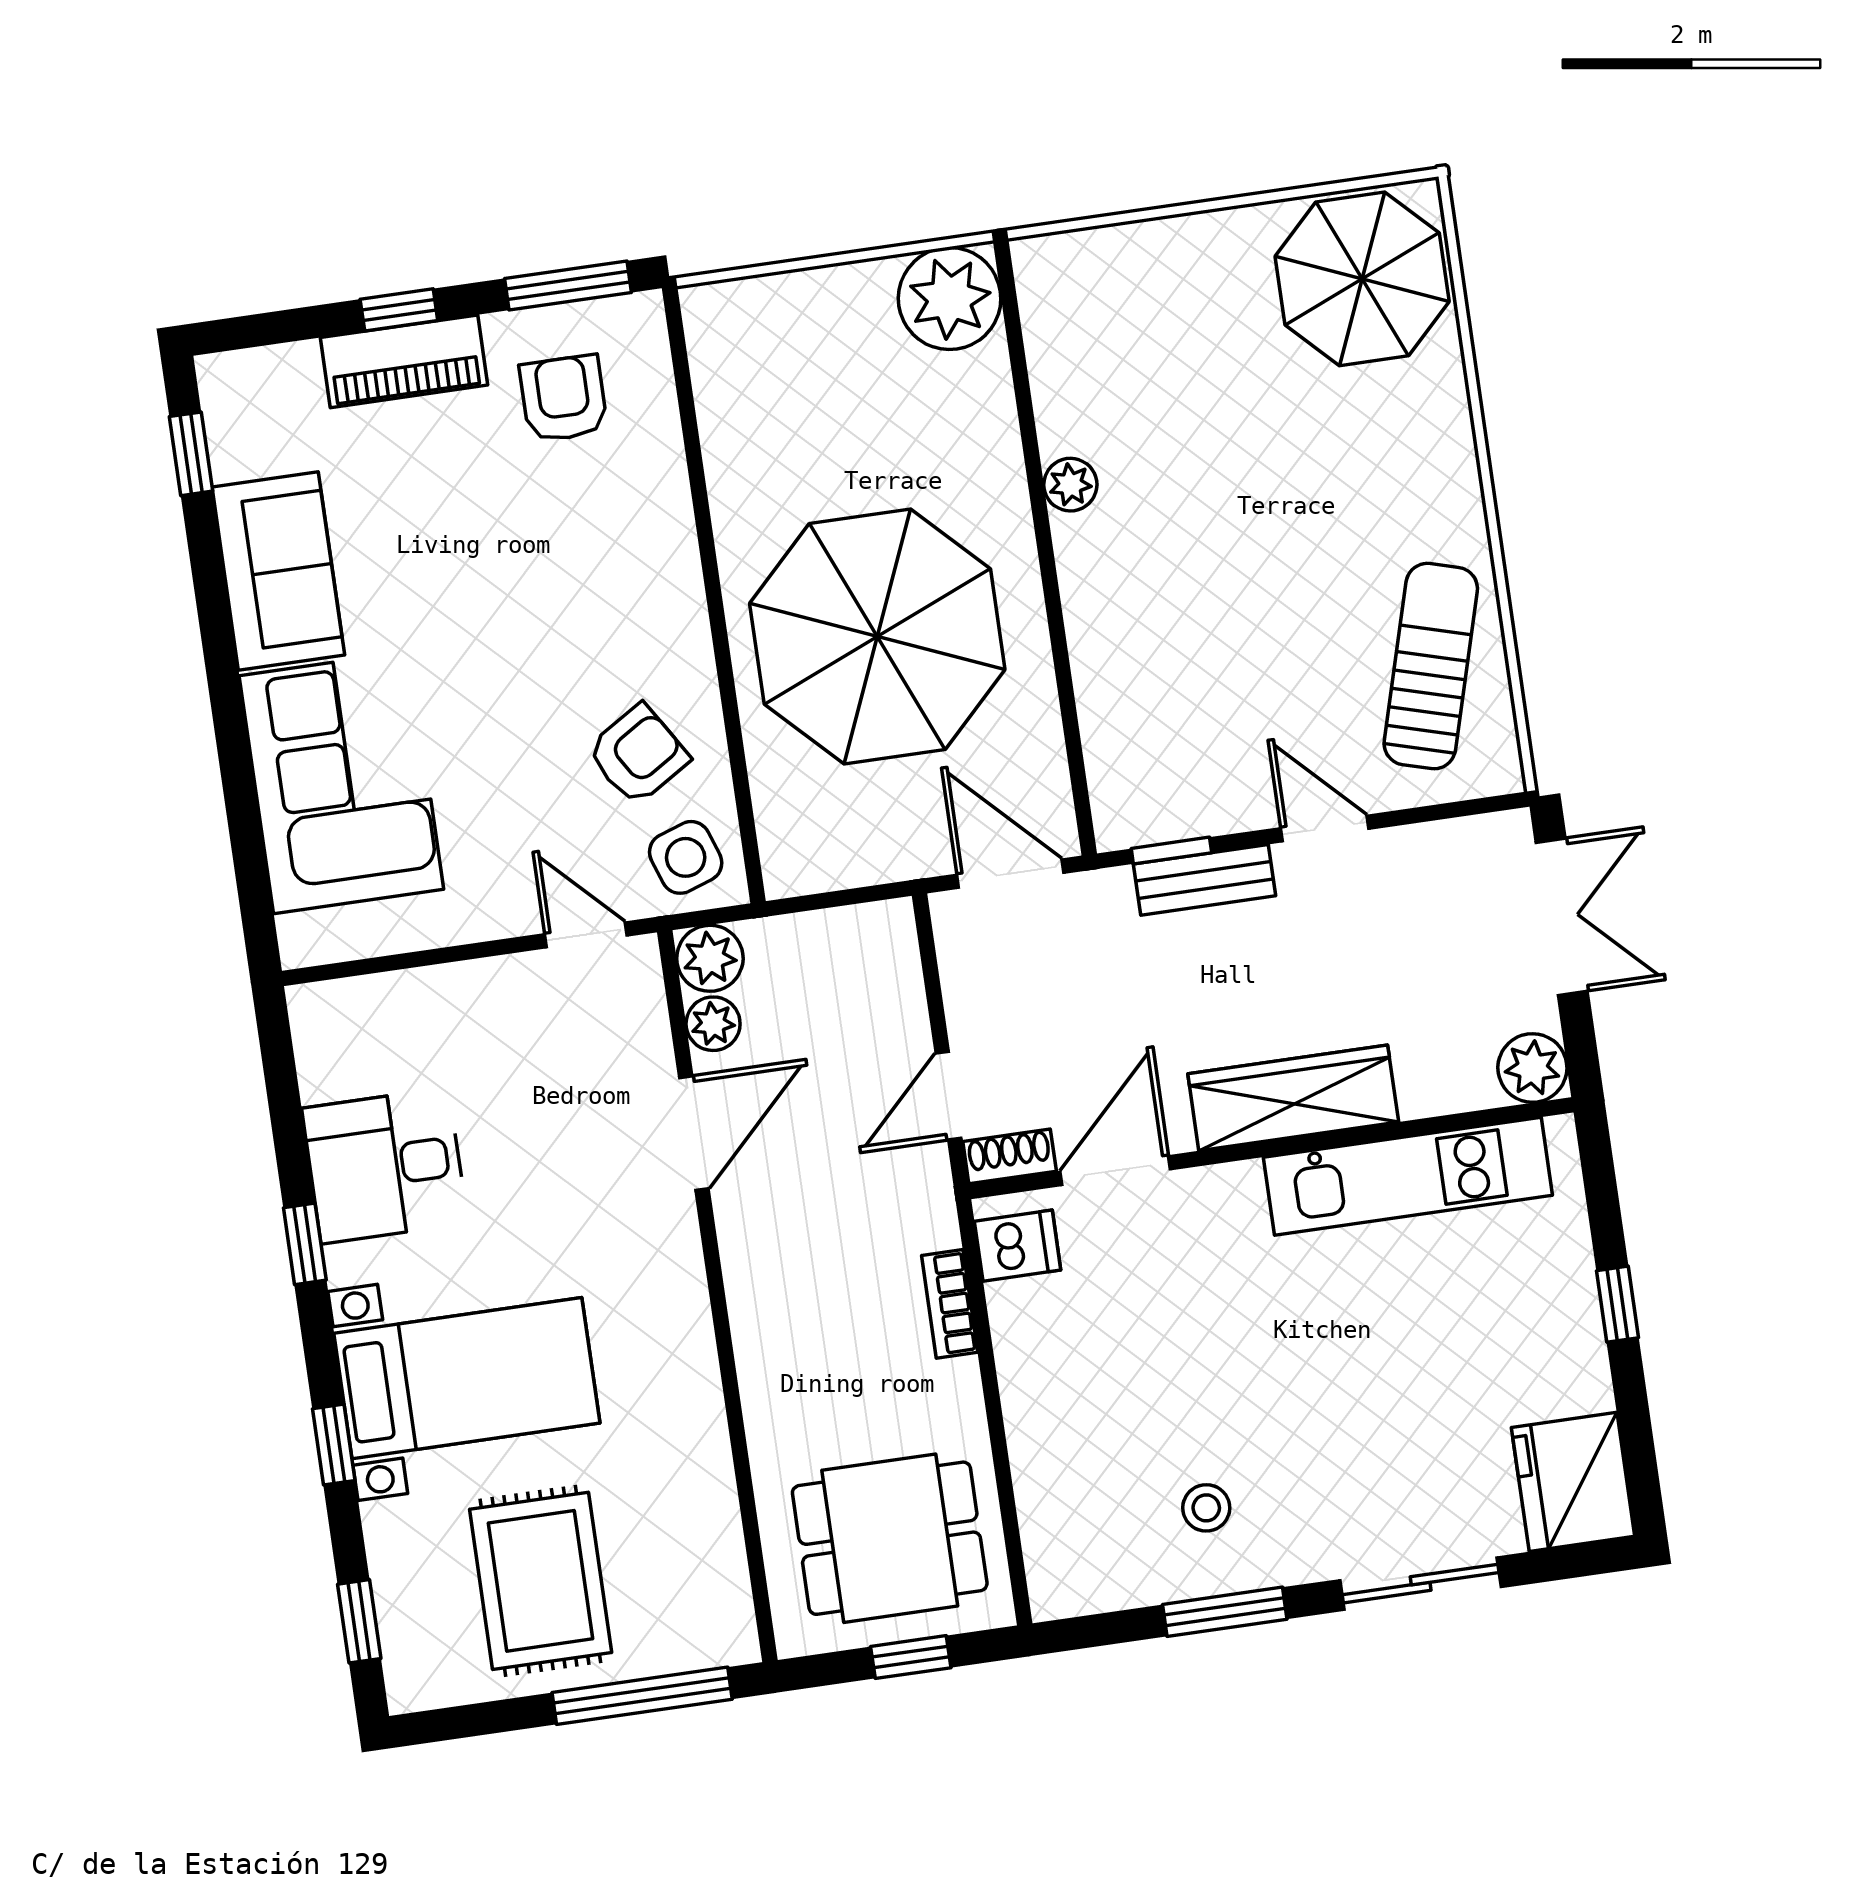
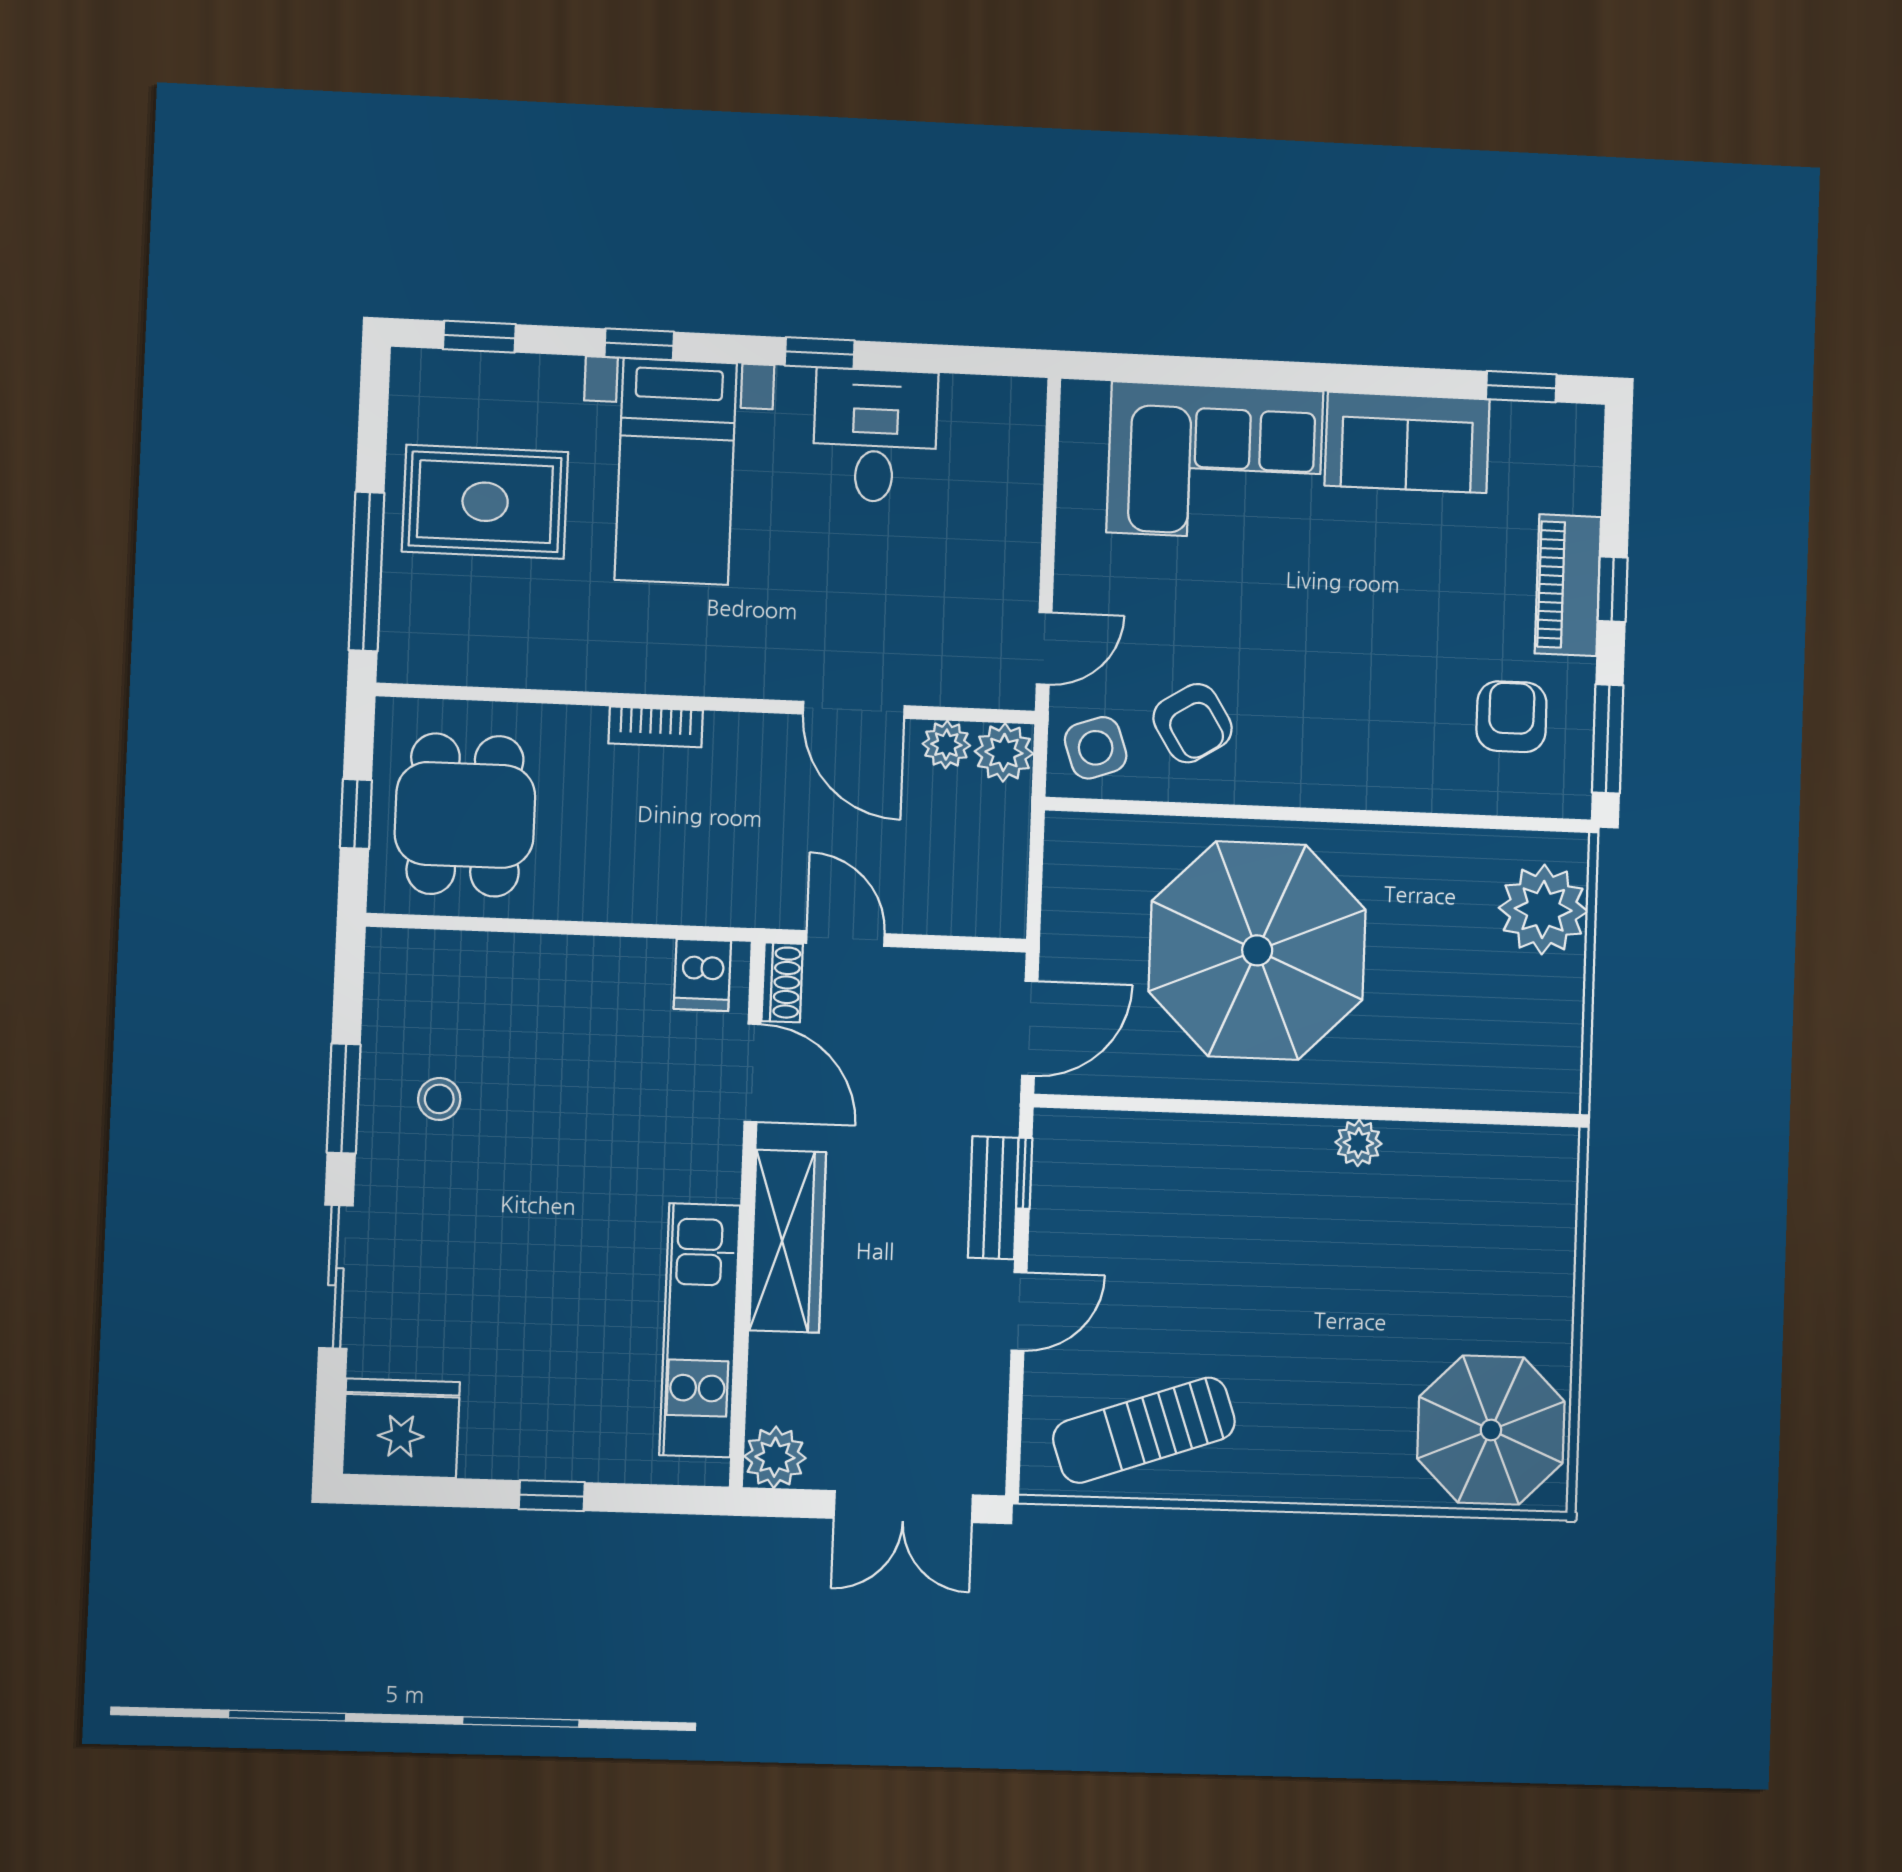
plant: (950, 298) -> (1543, 909), moved
armchair: (563, 398) -> (1511, 717), turned -90
sun lounger: (1431, 666) -> (1144, 1430), turned 145
bookcase: (950, 1304) -> (656, 727), moved, turned 180

